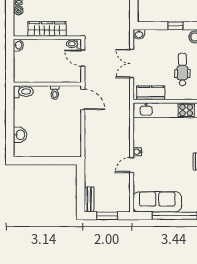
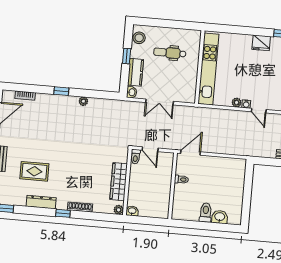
plant: (18, 10) -> (119, 210), moved
door: (83, 58) -> (150, 149), hinge flipped
toilet: (23, 92) -> (206, 213), moved
kitchen counter: (151, 93) -> (136, 72), moved, turned 180
plant: (138, 142) -> (237, 102), added

